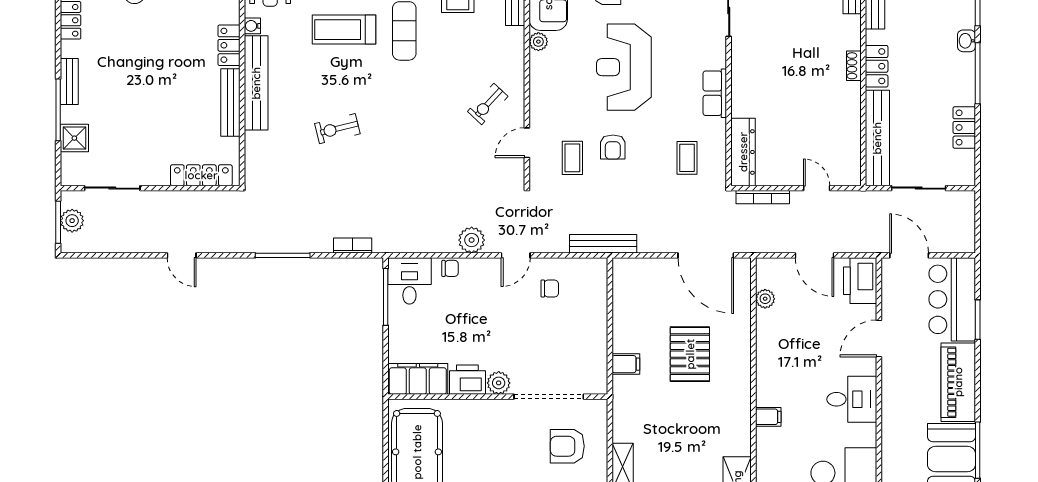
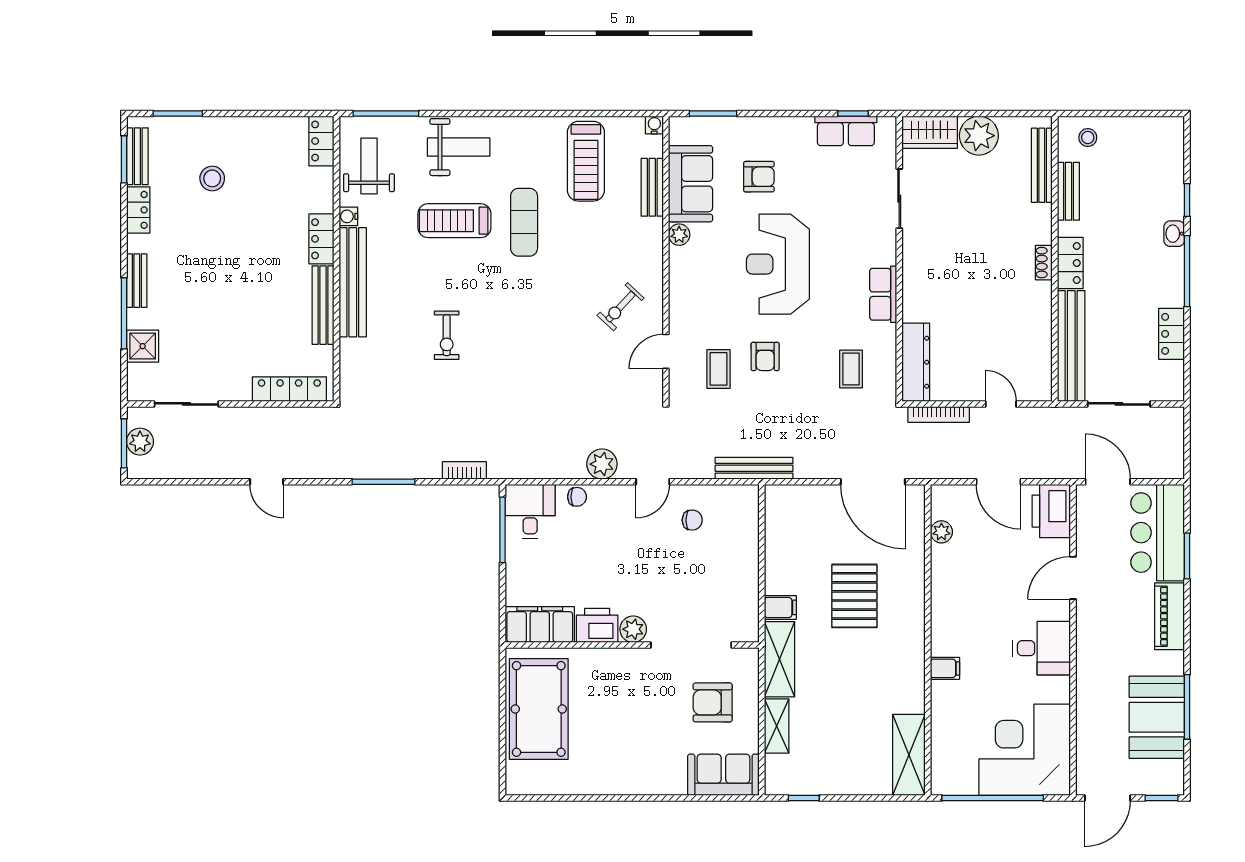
exercise bike: (337, 129) -> (447, 335), turned -76
piano: (958, 382) -> (1170, 616), width x0.73, depth x0.75
shelving: (625, 409) -> (779, 659), added

